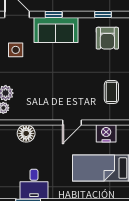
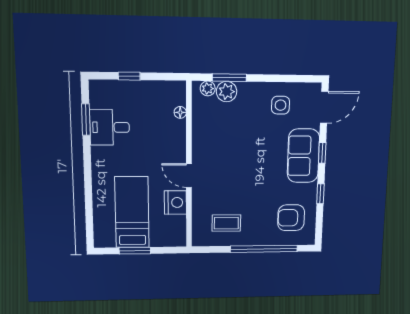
window: (103, 14) -> (320, 194), moved
floor lamp: (26, 133) -> (180, 112), width x0.53, depth x0.53
nightstand: (106, 133) -> (175, 202), moved

